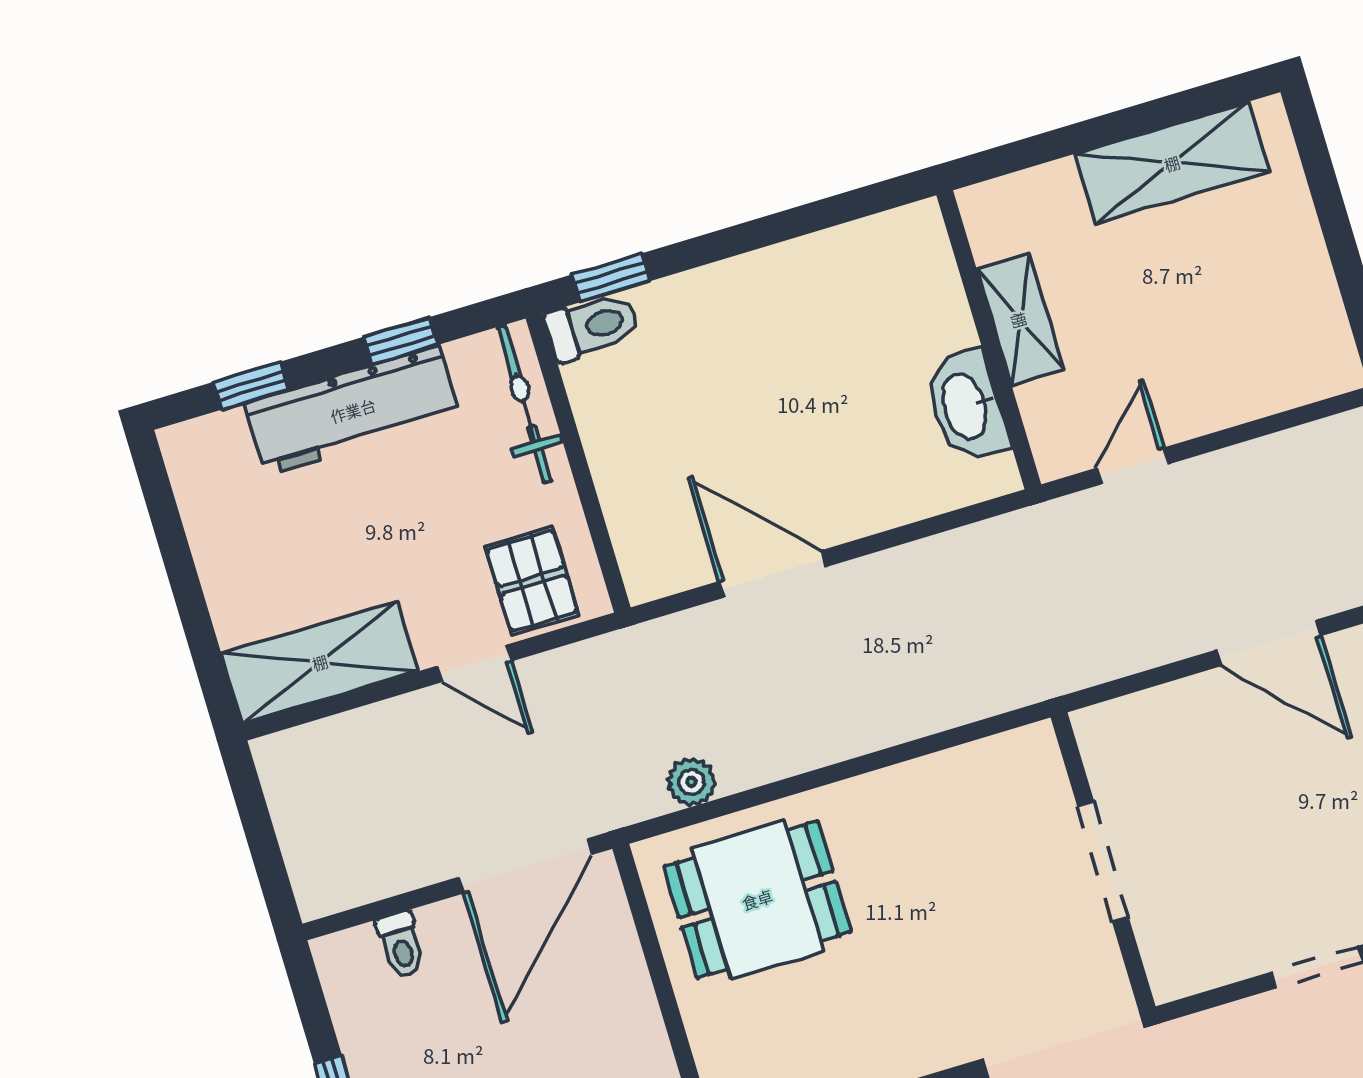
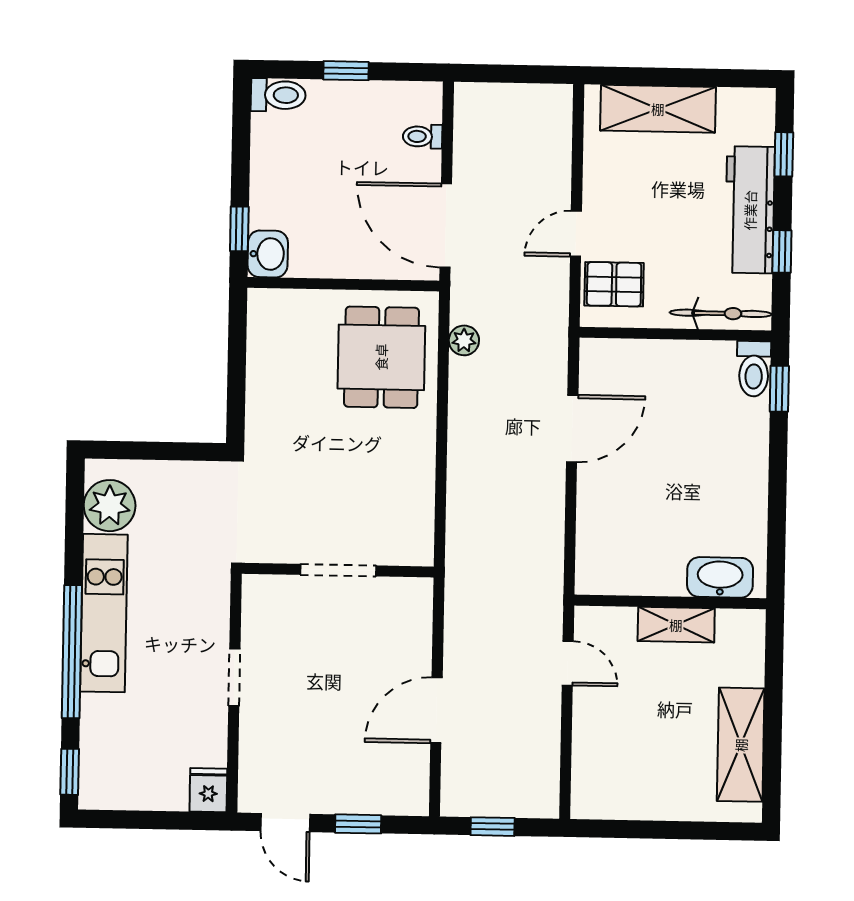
washbasin: (966, 406) -> (720, 577), moved
shelving: (320, 662) -> (658, 109), moved, turned 90

